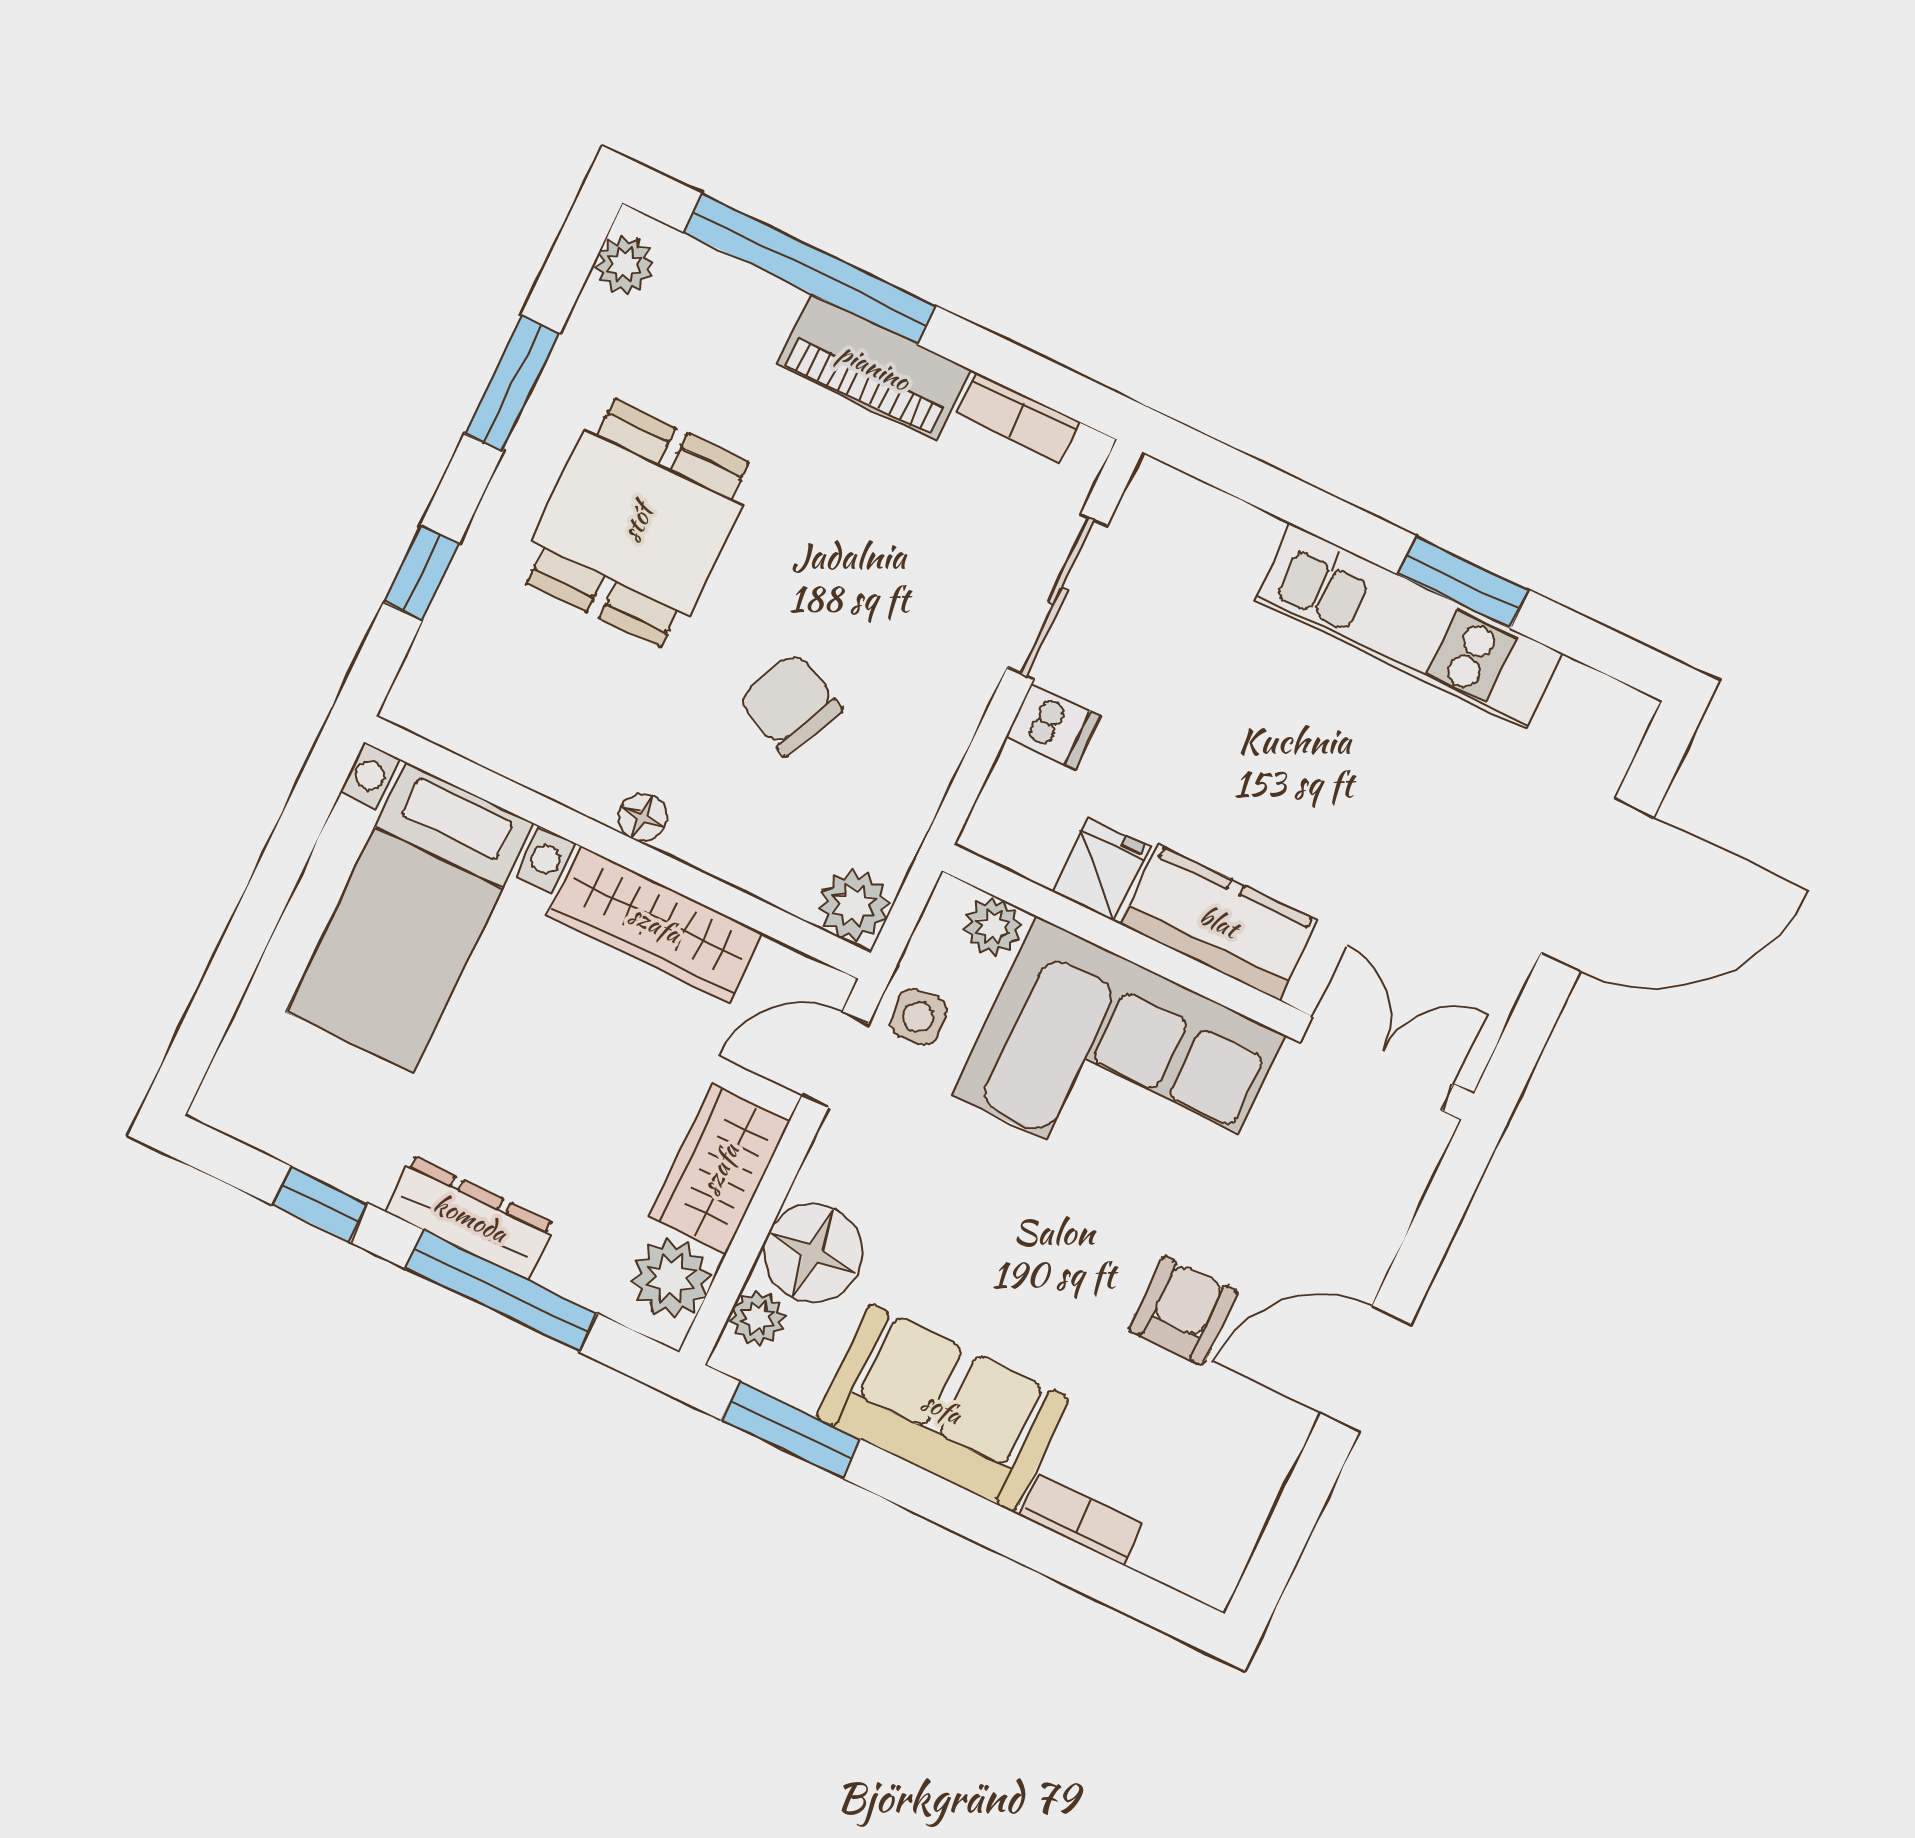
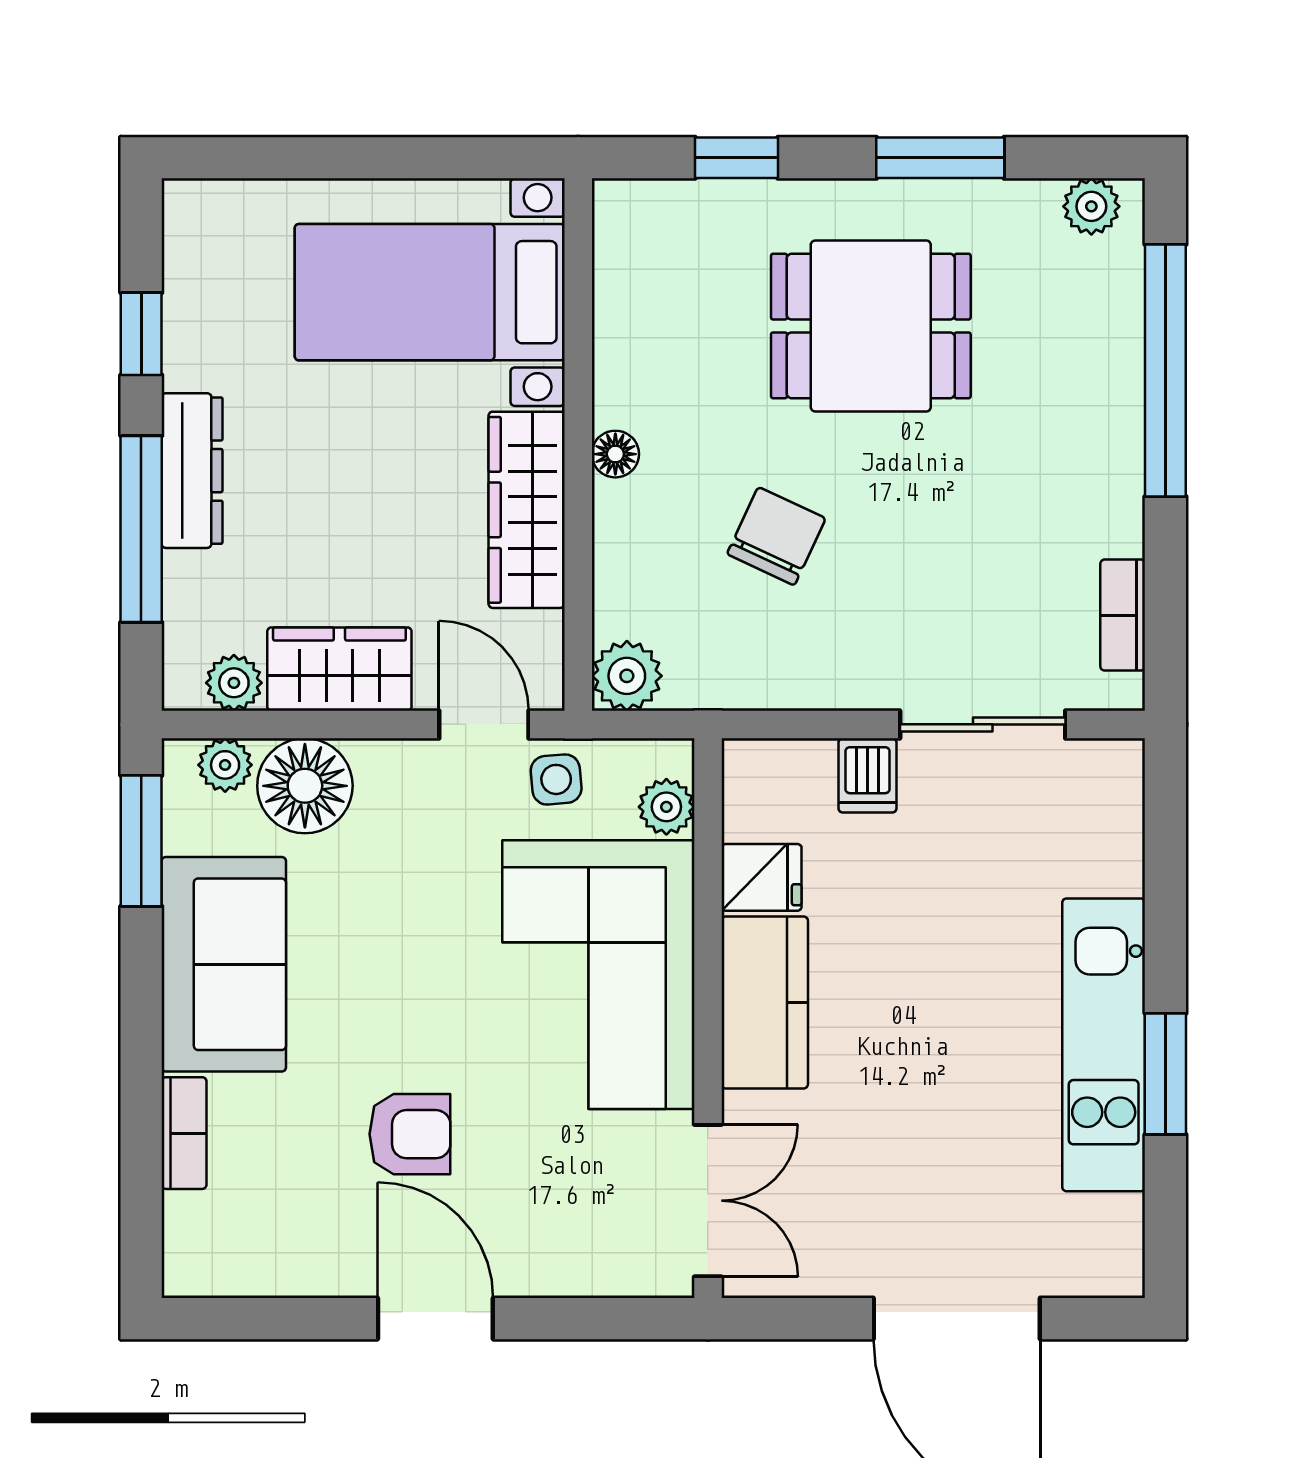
piano: (874, 367) -> (1106, 468), removed
plant: (671, 1278) -> (234, 683), width x0.73, depth x0.73

